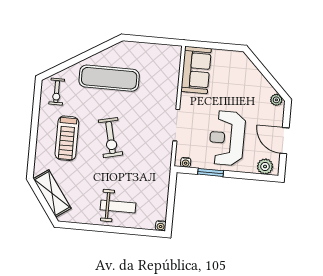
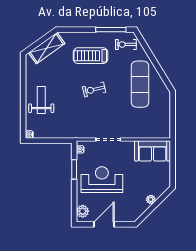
plant: (276, 100) -> (151, 199), moved
window: (36, 109) -> (111, 30), added
exercise bike: (111, 138) -> (94, 89), width x0.73, depth x0.72
weight bench: (118, 206) -> (41, 100), turned 180

